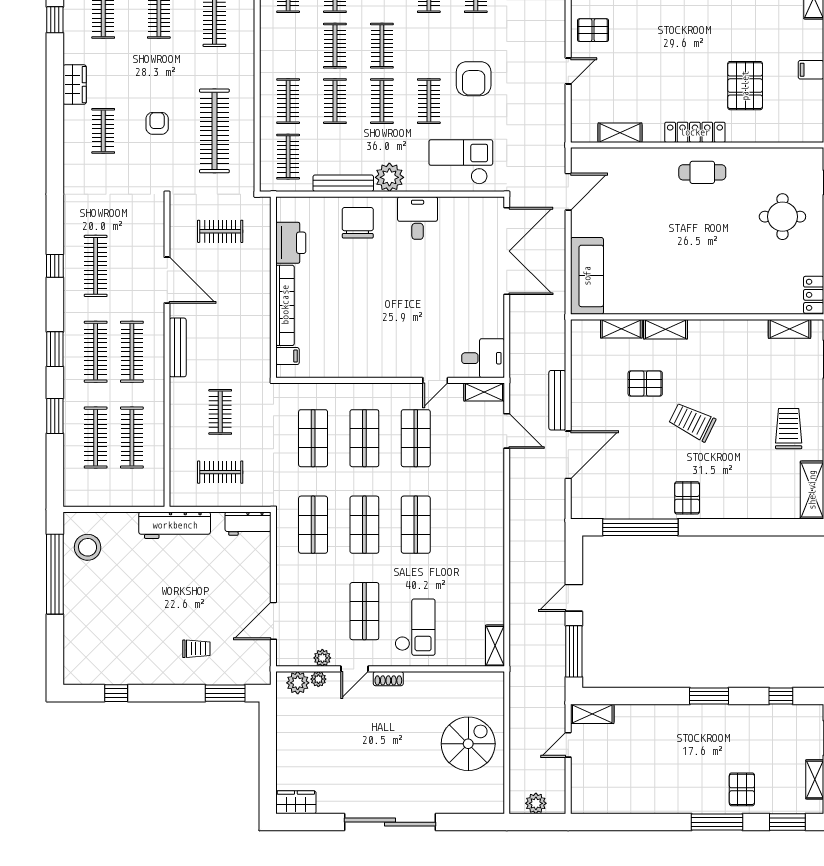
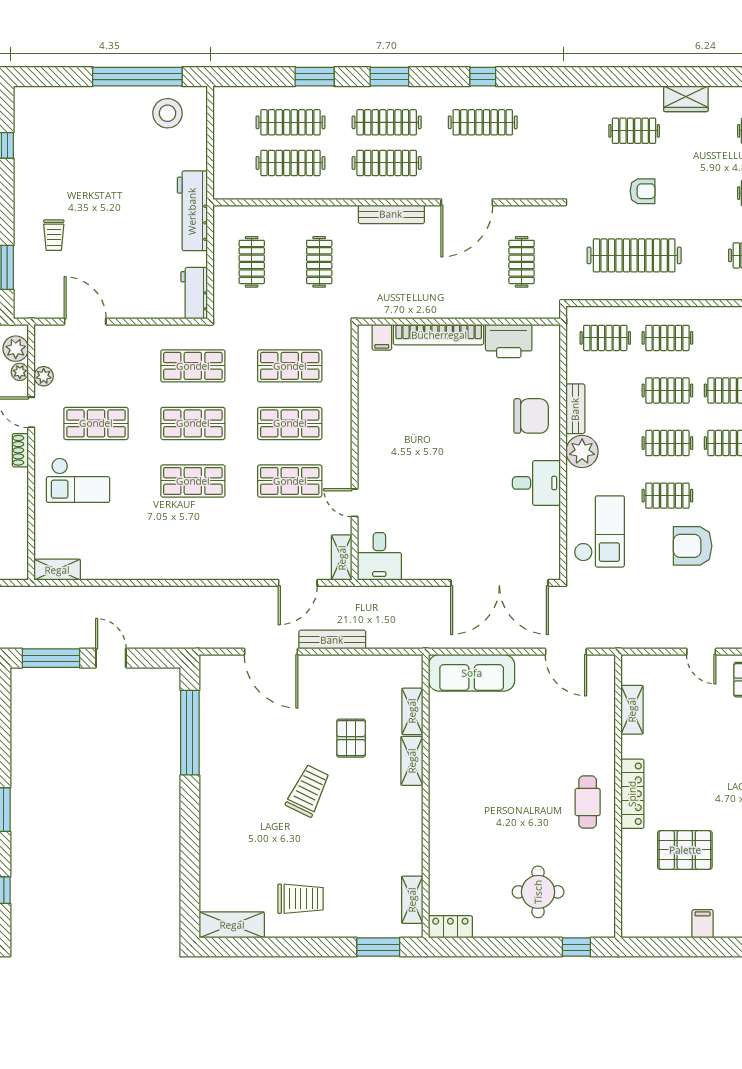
bench: (343, 183) -> (575, 409), width x0.73
clothes rail: (220, 412) -> (319, 262), turned 90
pallet: (687, 498) -> (223, 785), removed

